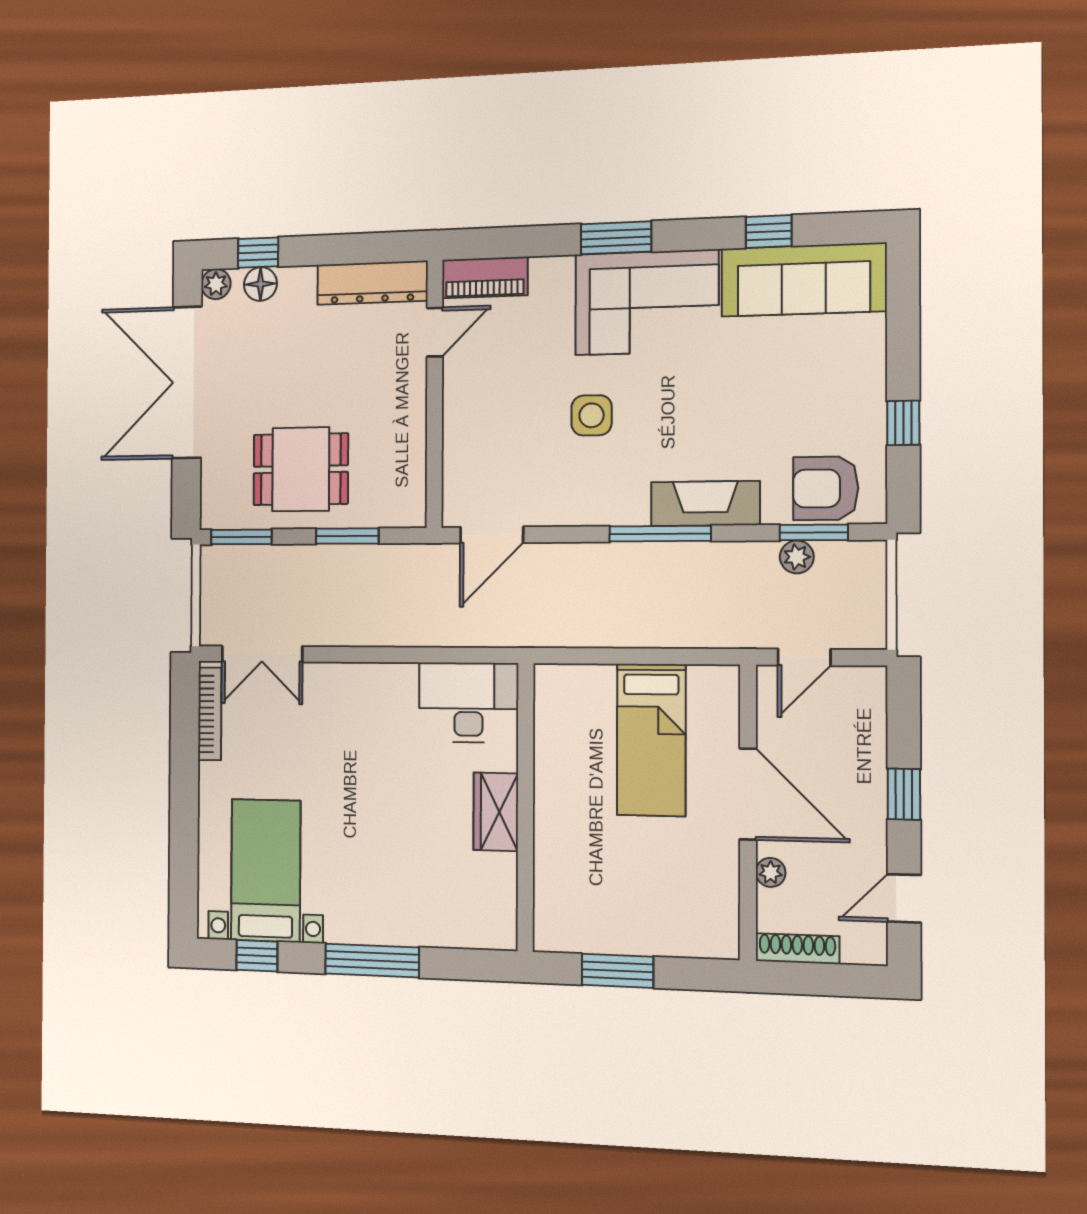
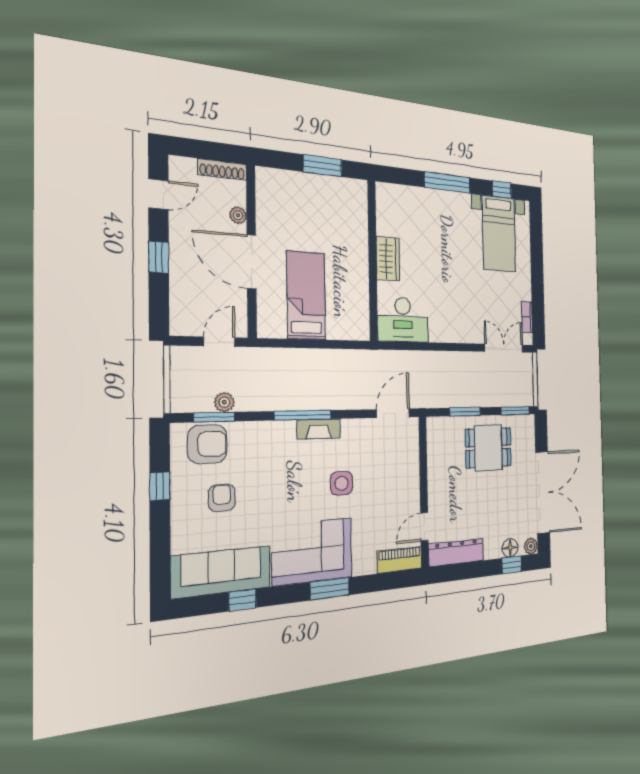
armchair: (802, 400) -> (222, 498), added
fireplace: (705, 503) -> (319, 429), moved, width x0.73, depth x0.76
bookcase: (210, 714) -> (527, 317), width x0.64

